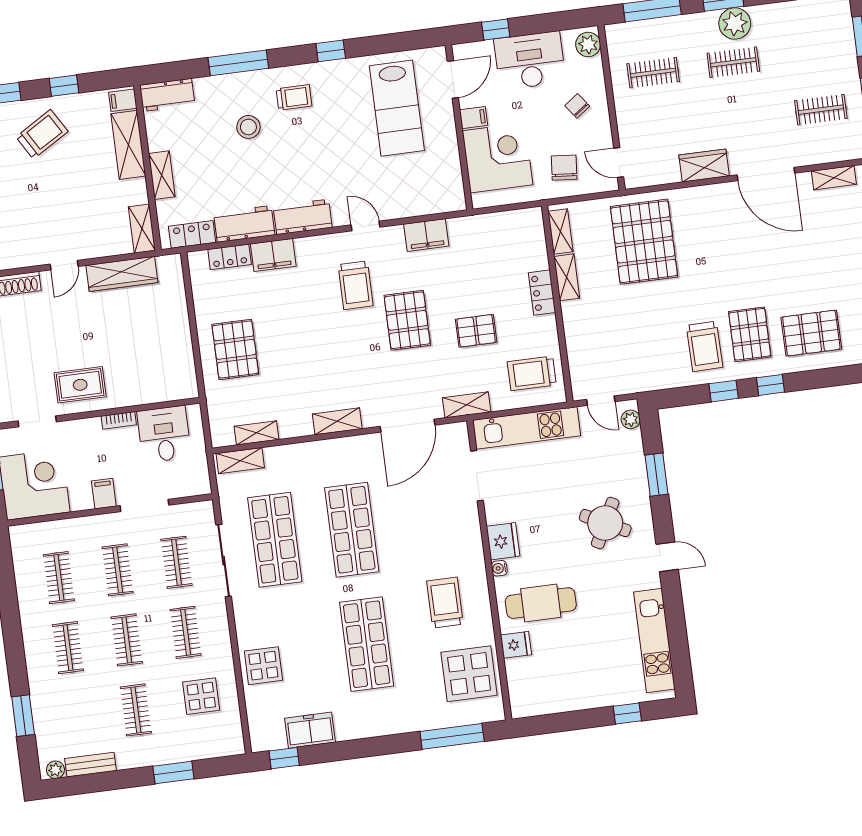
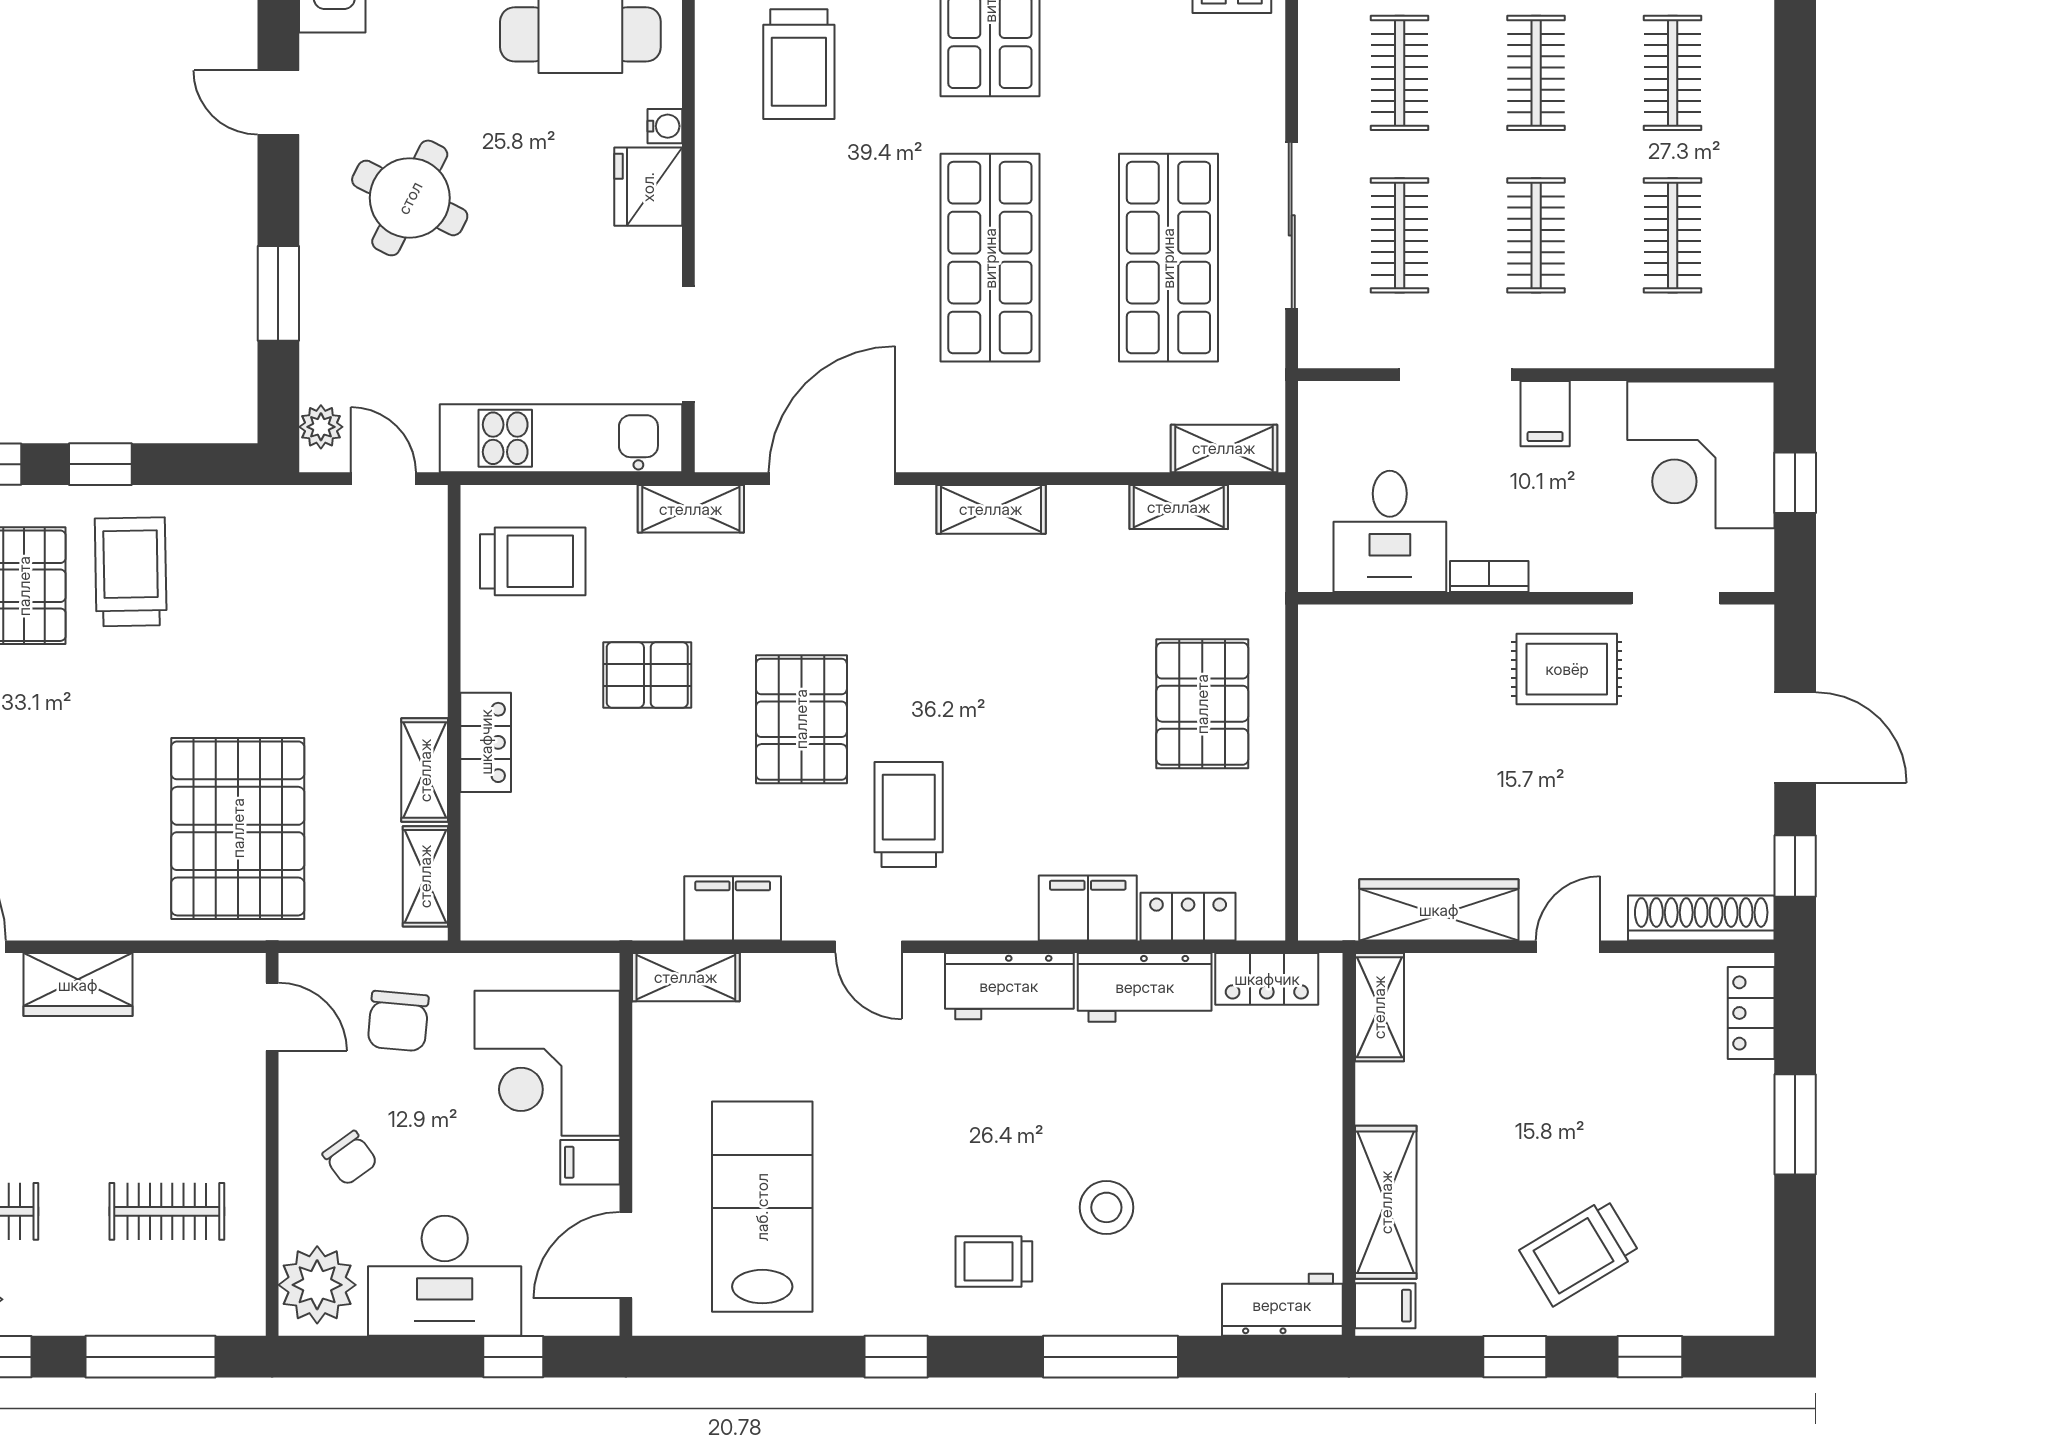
plant: (588, 44) -> (317, 1285), width x1.36, depth x1.36
shelving: (162, 175) -> (686, 977), moved, turned 90

